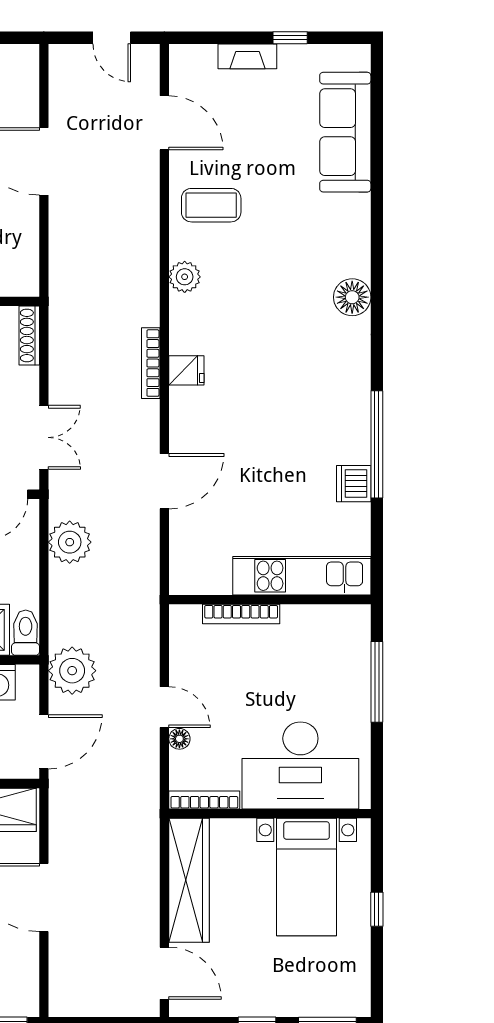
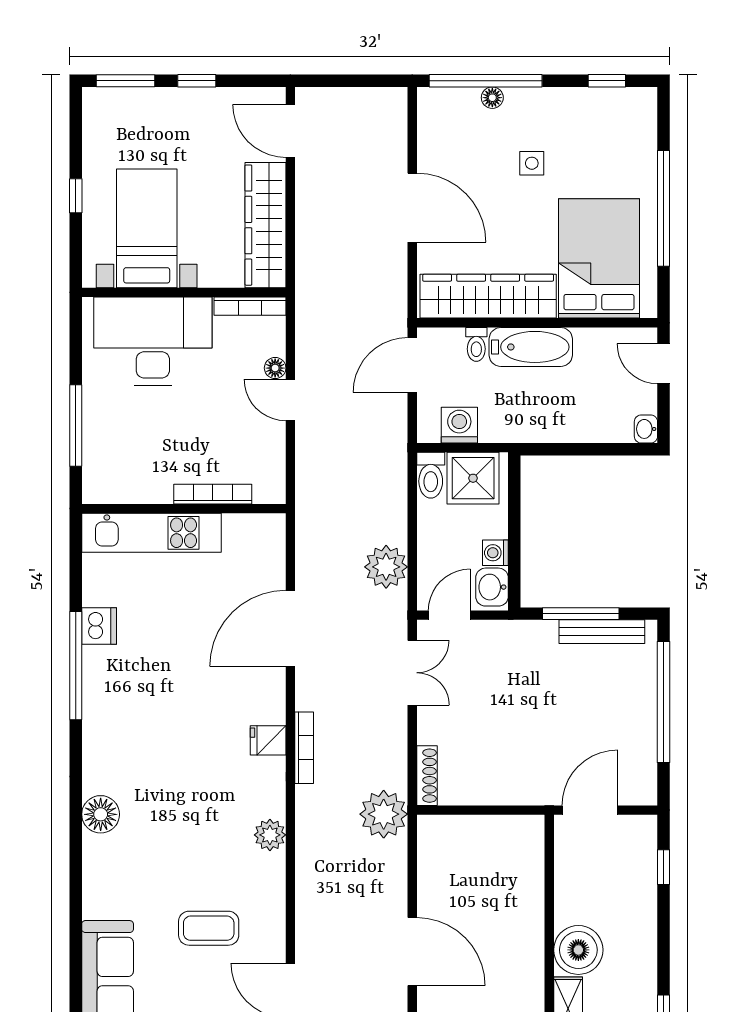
coffee table: (211, 205) -> (209, 928), moved
double door: (44, 437) -> (412, 673), swing flipped
door: (164, 481) -> (290, 628), width x1.36
plant: (72, 671) -> (384, 814), moved

